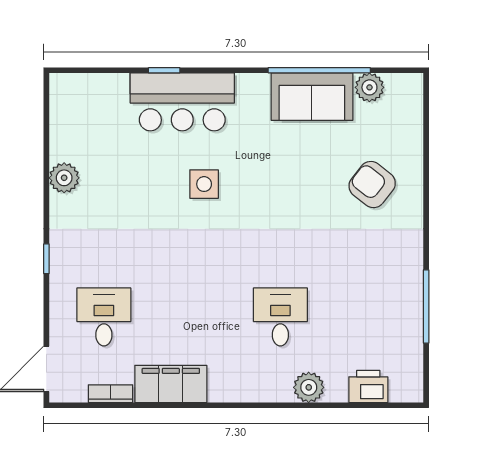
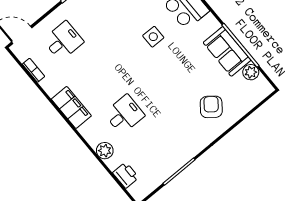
filing cabinet: (171, 384) -> (71, 107), moved

